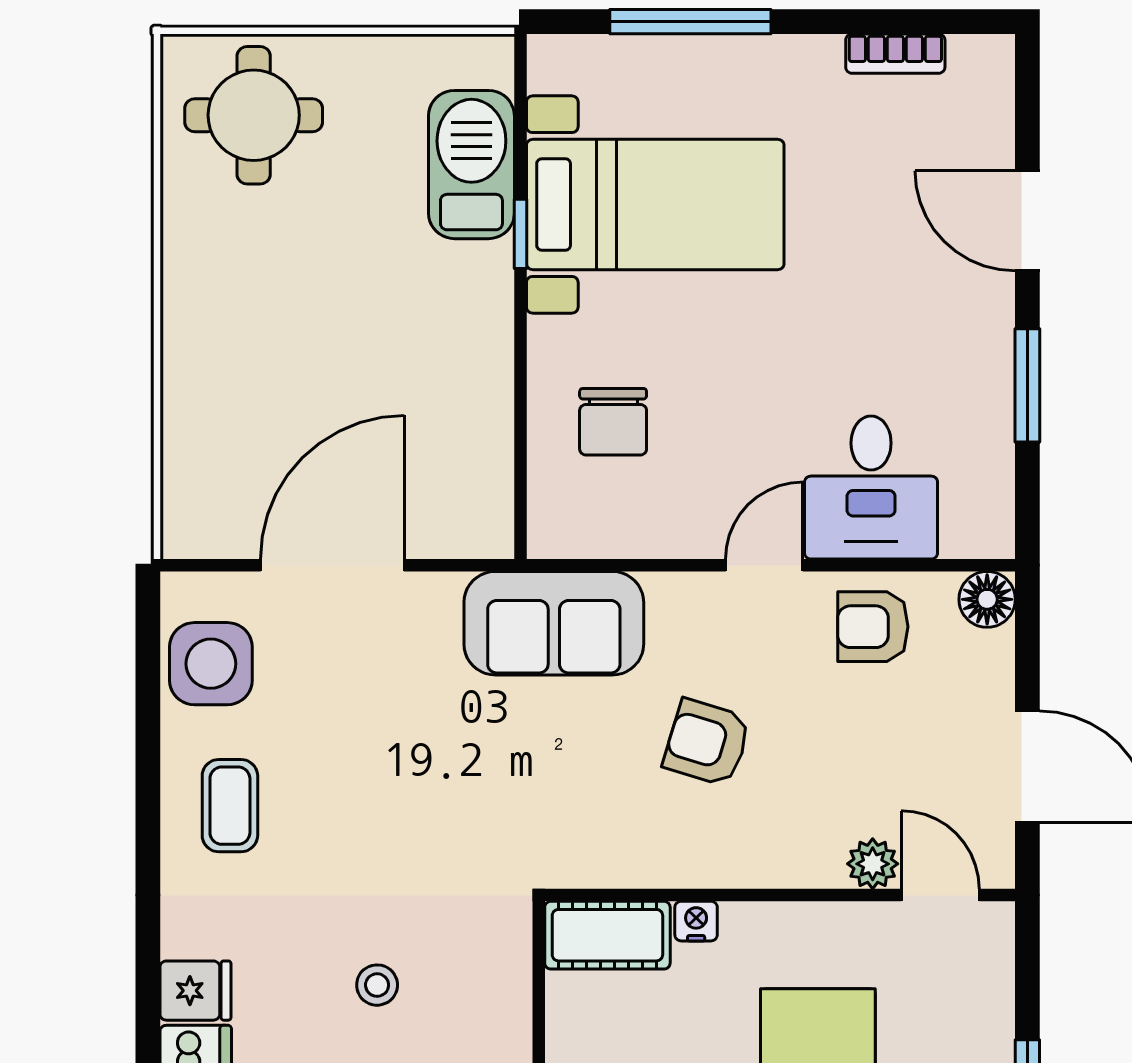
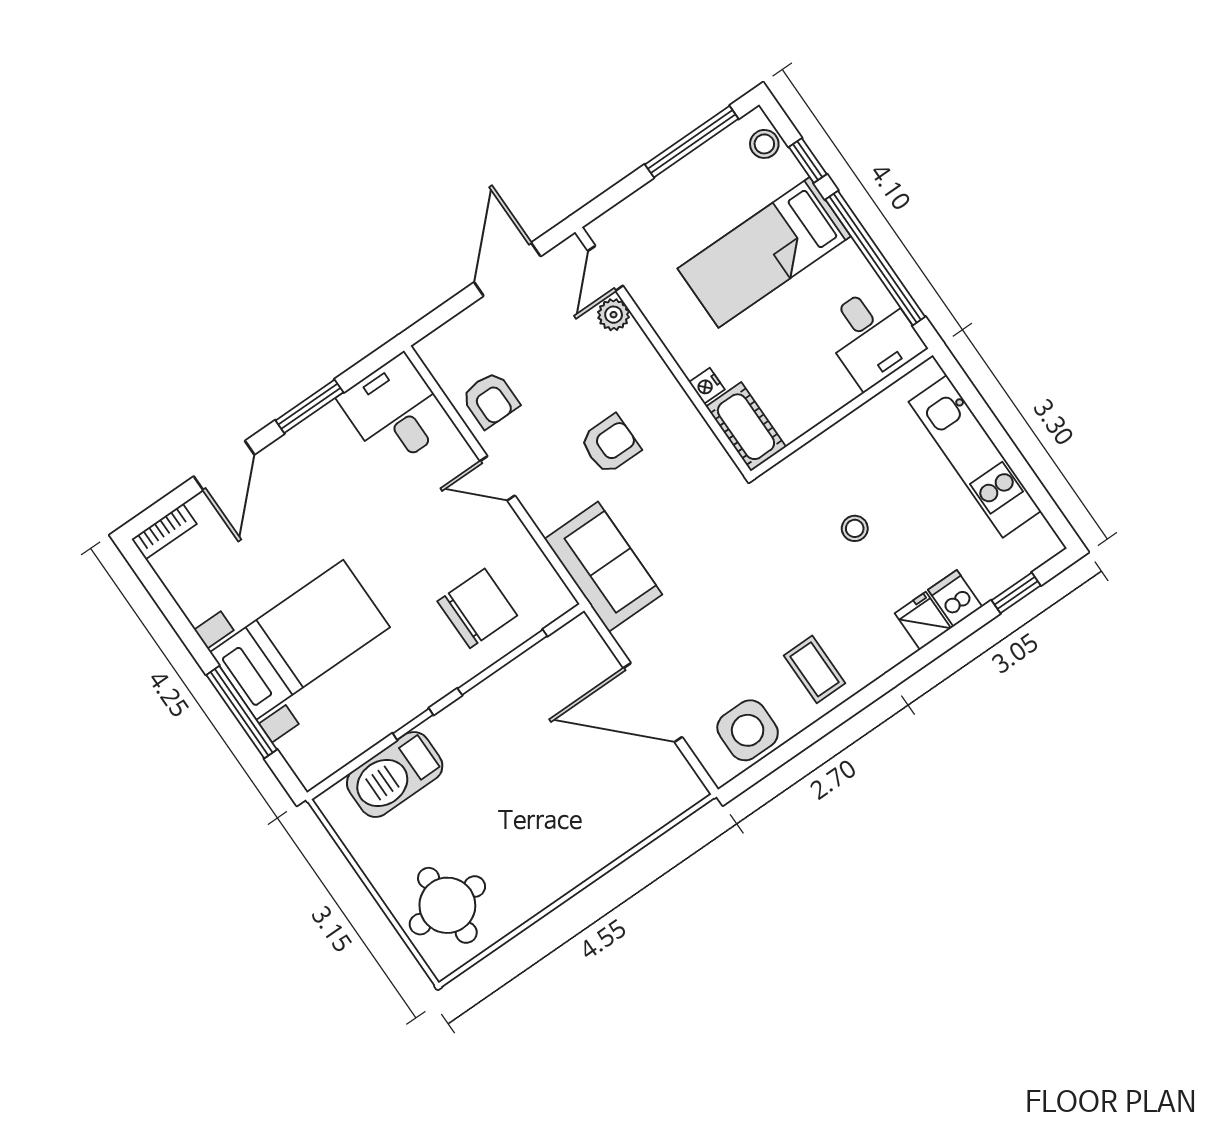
bookcase: (895, 54) -> (164, 532), moved, turned 90
bed with nightstands: (655, 204) -> (300, 640), moved, turned 90
window: (520, 406) -> (502, 662), added
chair: (613, 422) -> (477, 608), width x1.37, depth x1.37
desk: (871, 487) -> (395, 411), moved, turned -90
floor lamp: (987, 599) -> (435, 350), removed
armchair: (707, 743) -> (610, 444), turned -107
coffee table: (230, 806) -> (814, 669), turned 90

